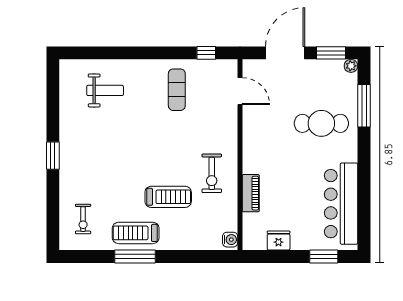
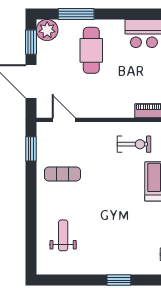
window: (206, 53) -> (31, 149), width x1.50
plant: (351, 66) -> (47, 30), width x1.88, depth x1.88
door: (240, 91) -> (64, 120), hinge flipped

